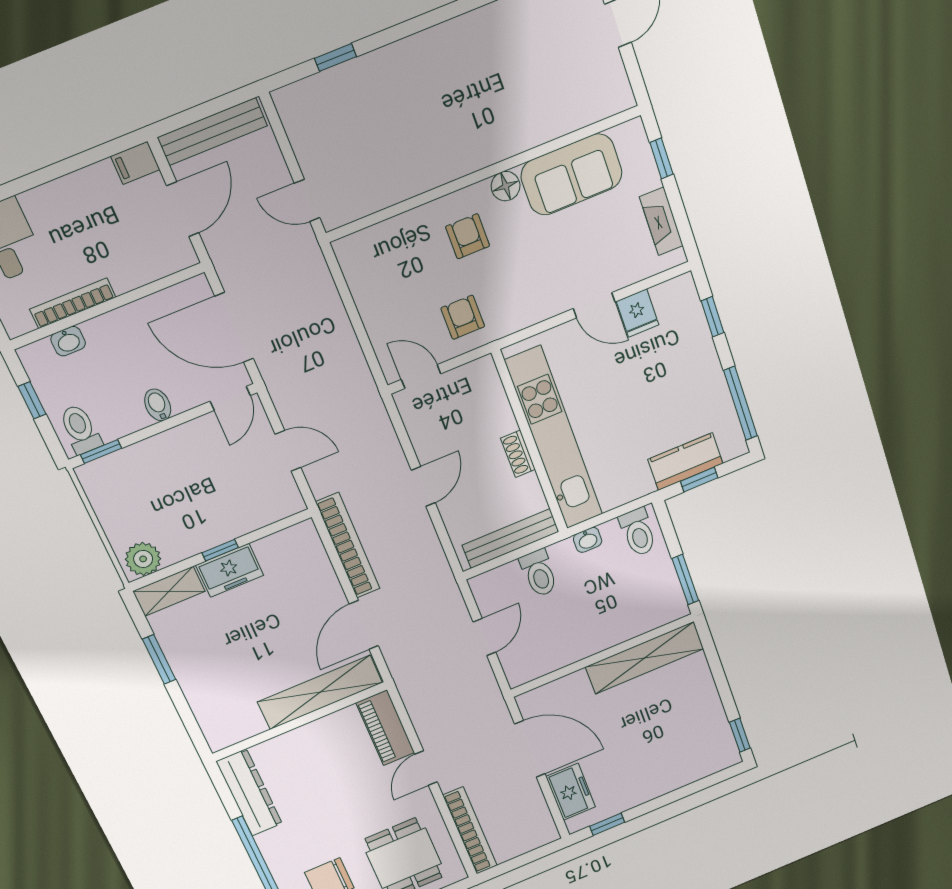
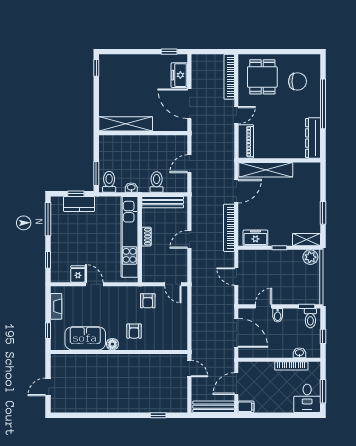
door: (230, 398) -> (263, 306), moved
freezer: (230, 570) -> (255, 238), moved
window: (685, 580) -> (96, 174), moved

